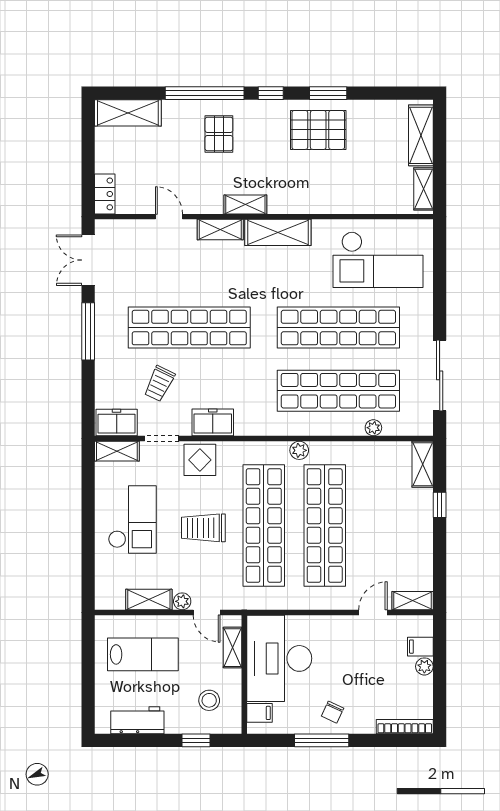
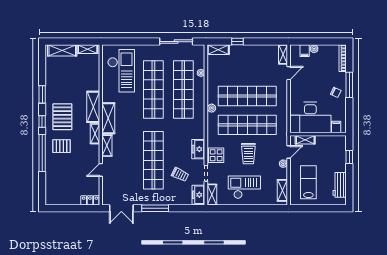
shelving: (128, 113) -> (93, 107), moved
pallet: (318, 130) -> (62, 117), moved
shelving: (149, 600) -> (282, 190), moved
door: (373, 612) -> (289, 73), swing flipped
stool: (209, 700) -> (330, 151), removed
window: (322, 740) -> (349, 85), moved

